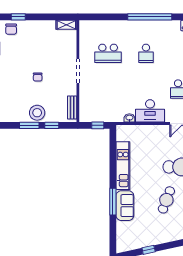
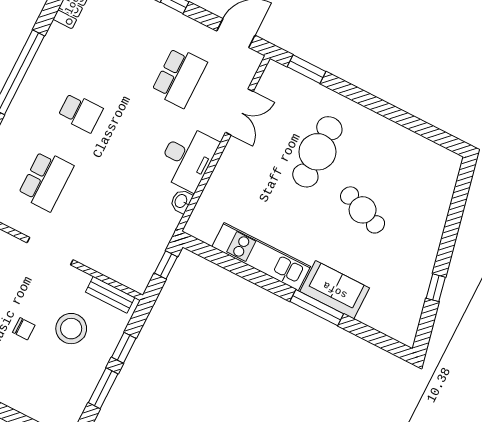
stool: (37, 113) -> (71, 329), moved

